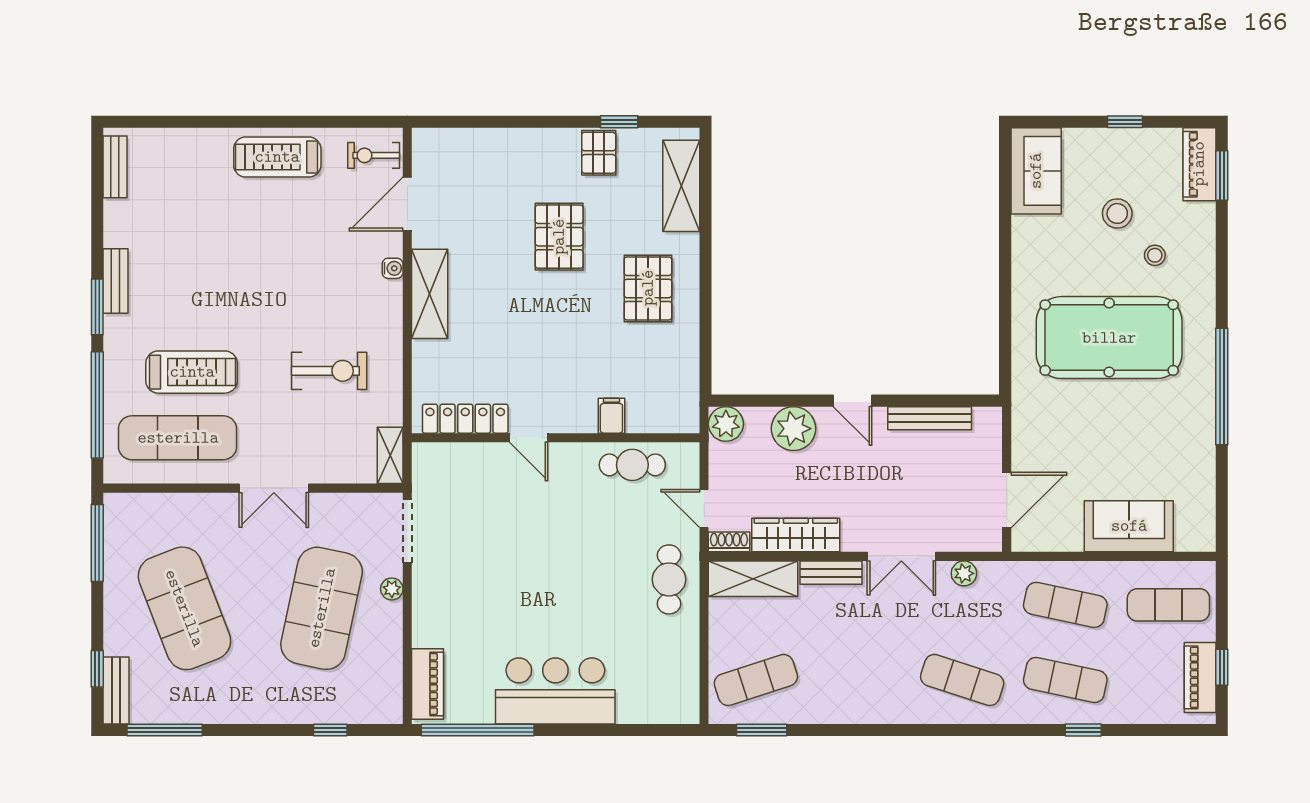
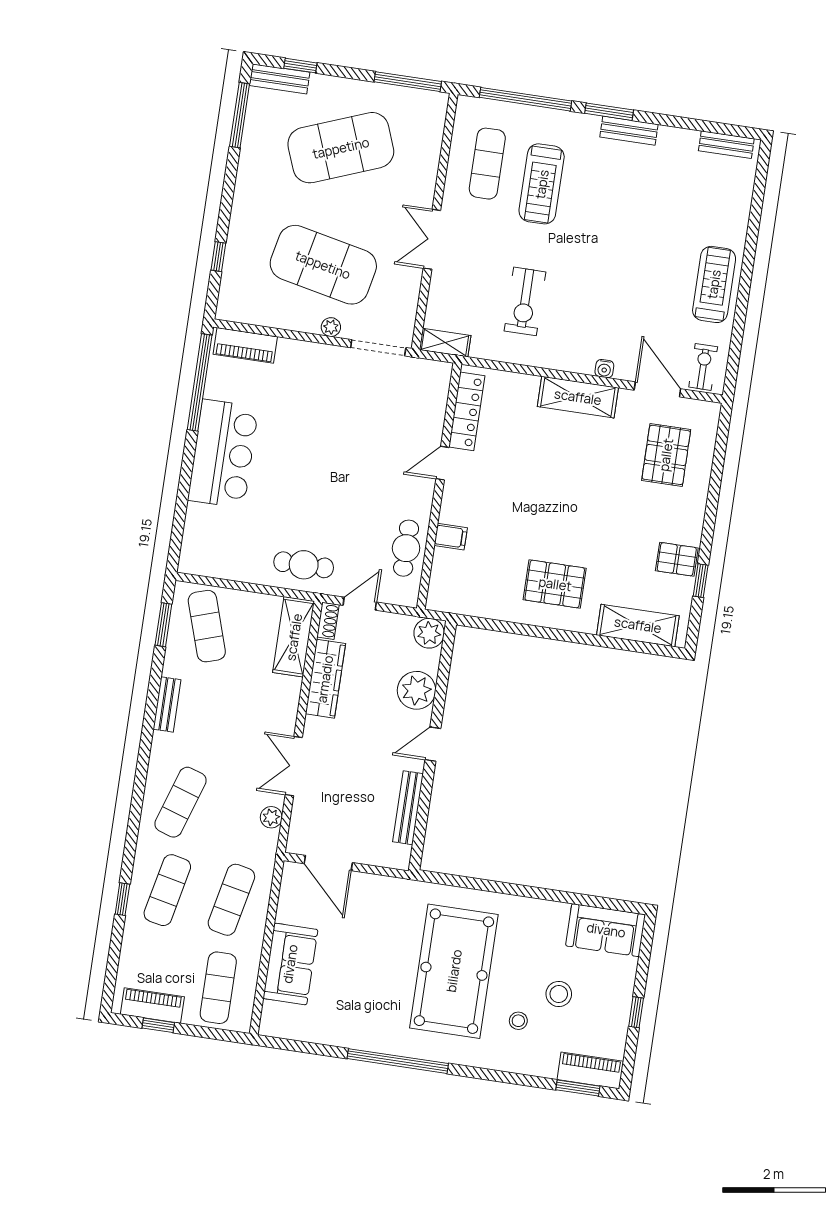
pallet: (559, 237) -> (666, 455), moved, turned 90
exercise mat: (178, 438) -> (487, 164), width x0.73, depth x0.69
bench: (831, 573) -> (167, 704), moved

